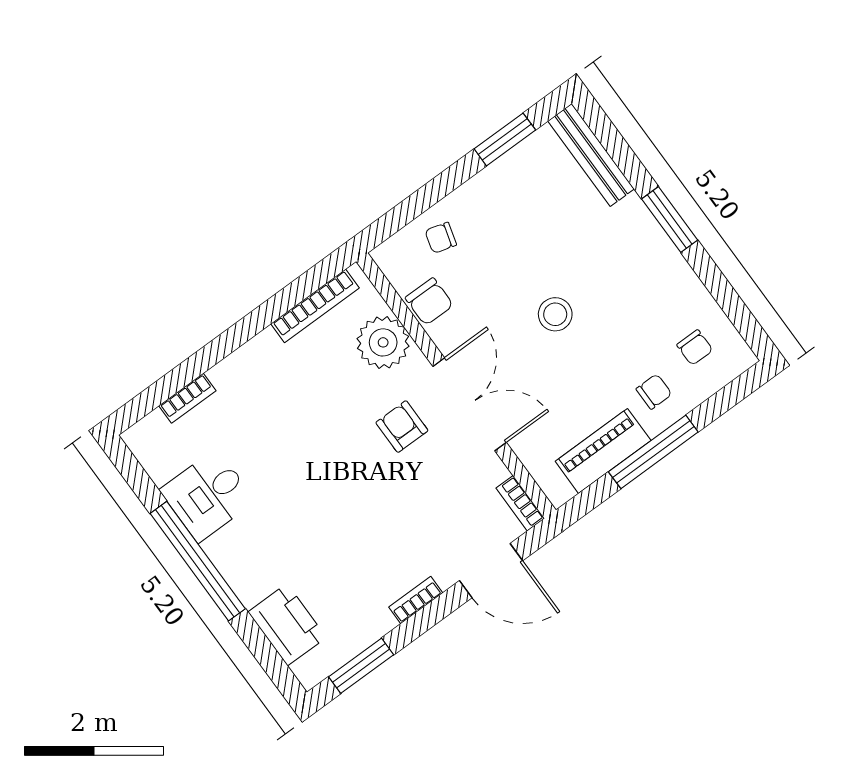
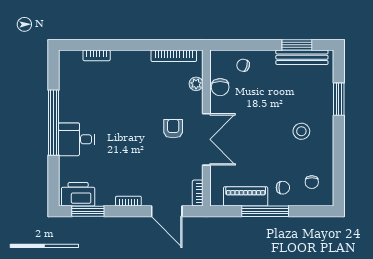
bench: (591, 155) -> (302, 57), moved, turned 90
window: (670, 219) -> (339, 99), moved
stool: (555, 314) -> (301, 131), moved
plant: (383, 342) -> (196, 84), width x0.53, depth x0.53
desk: (208, 495) -> (76, 139), moved
printer: (287, 625) -> (78, 194), moved, turned -90

